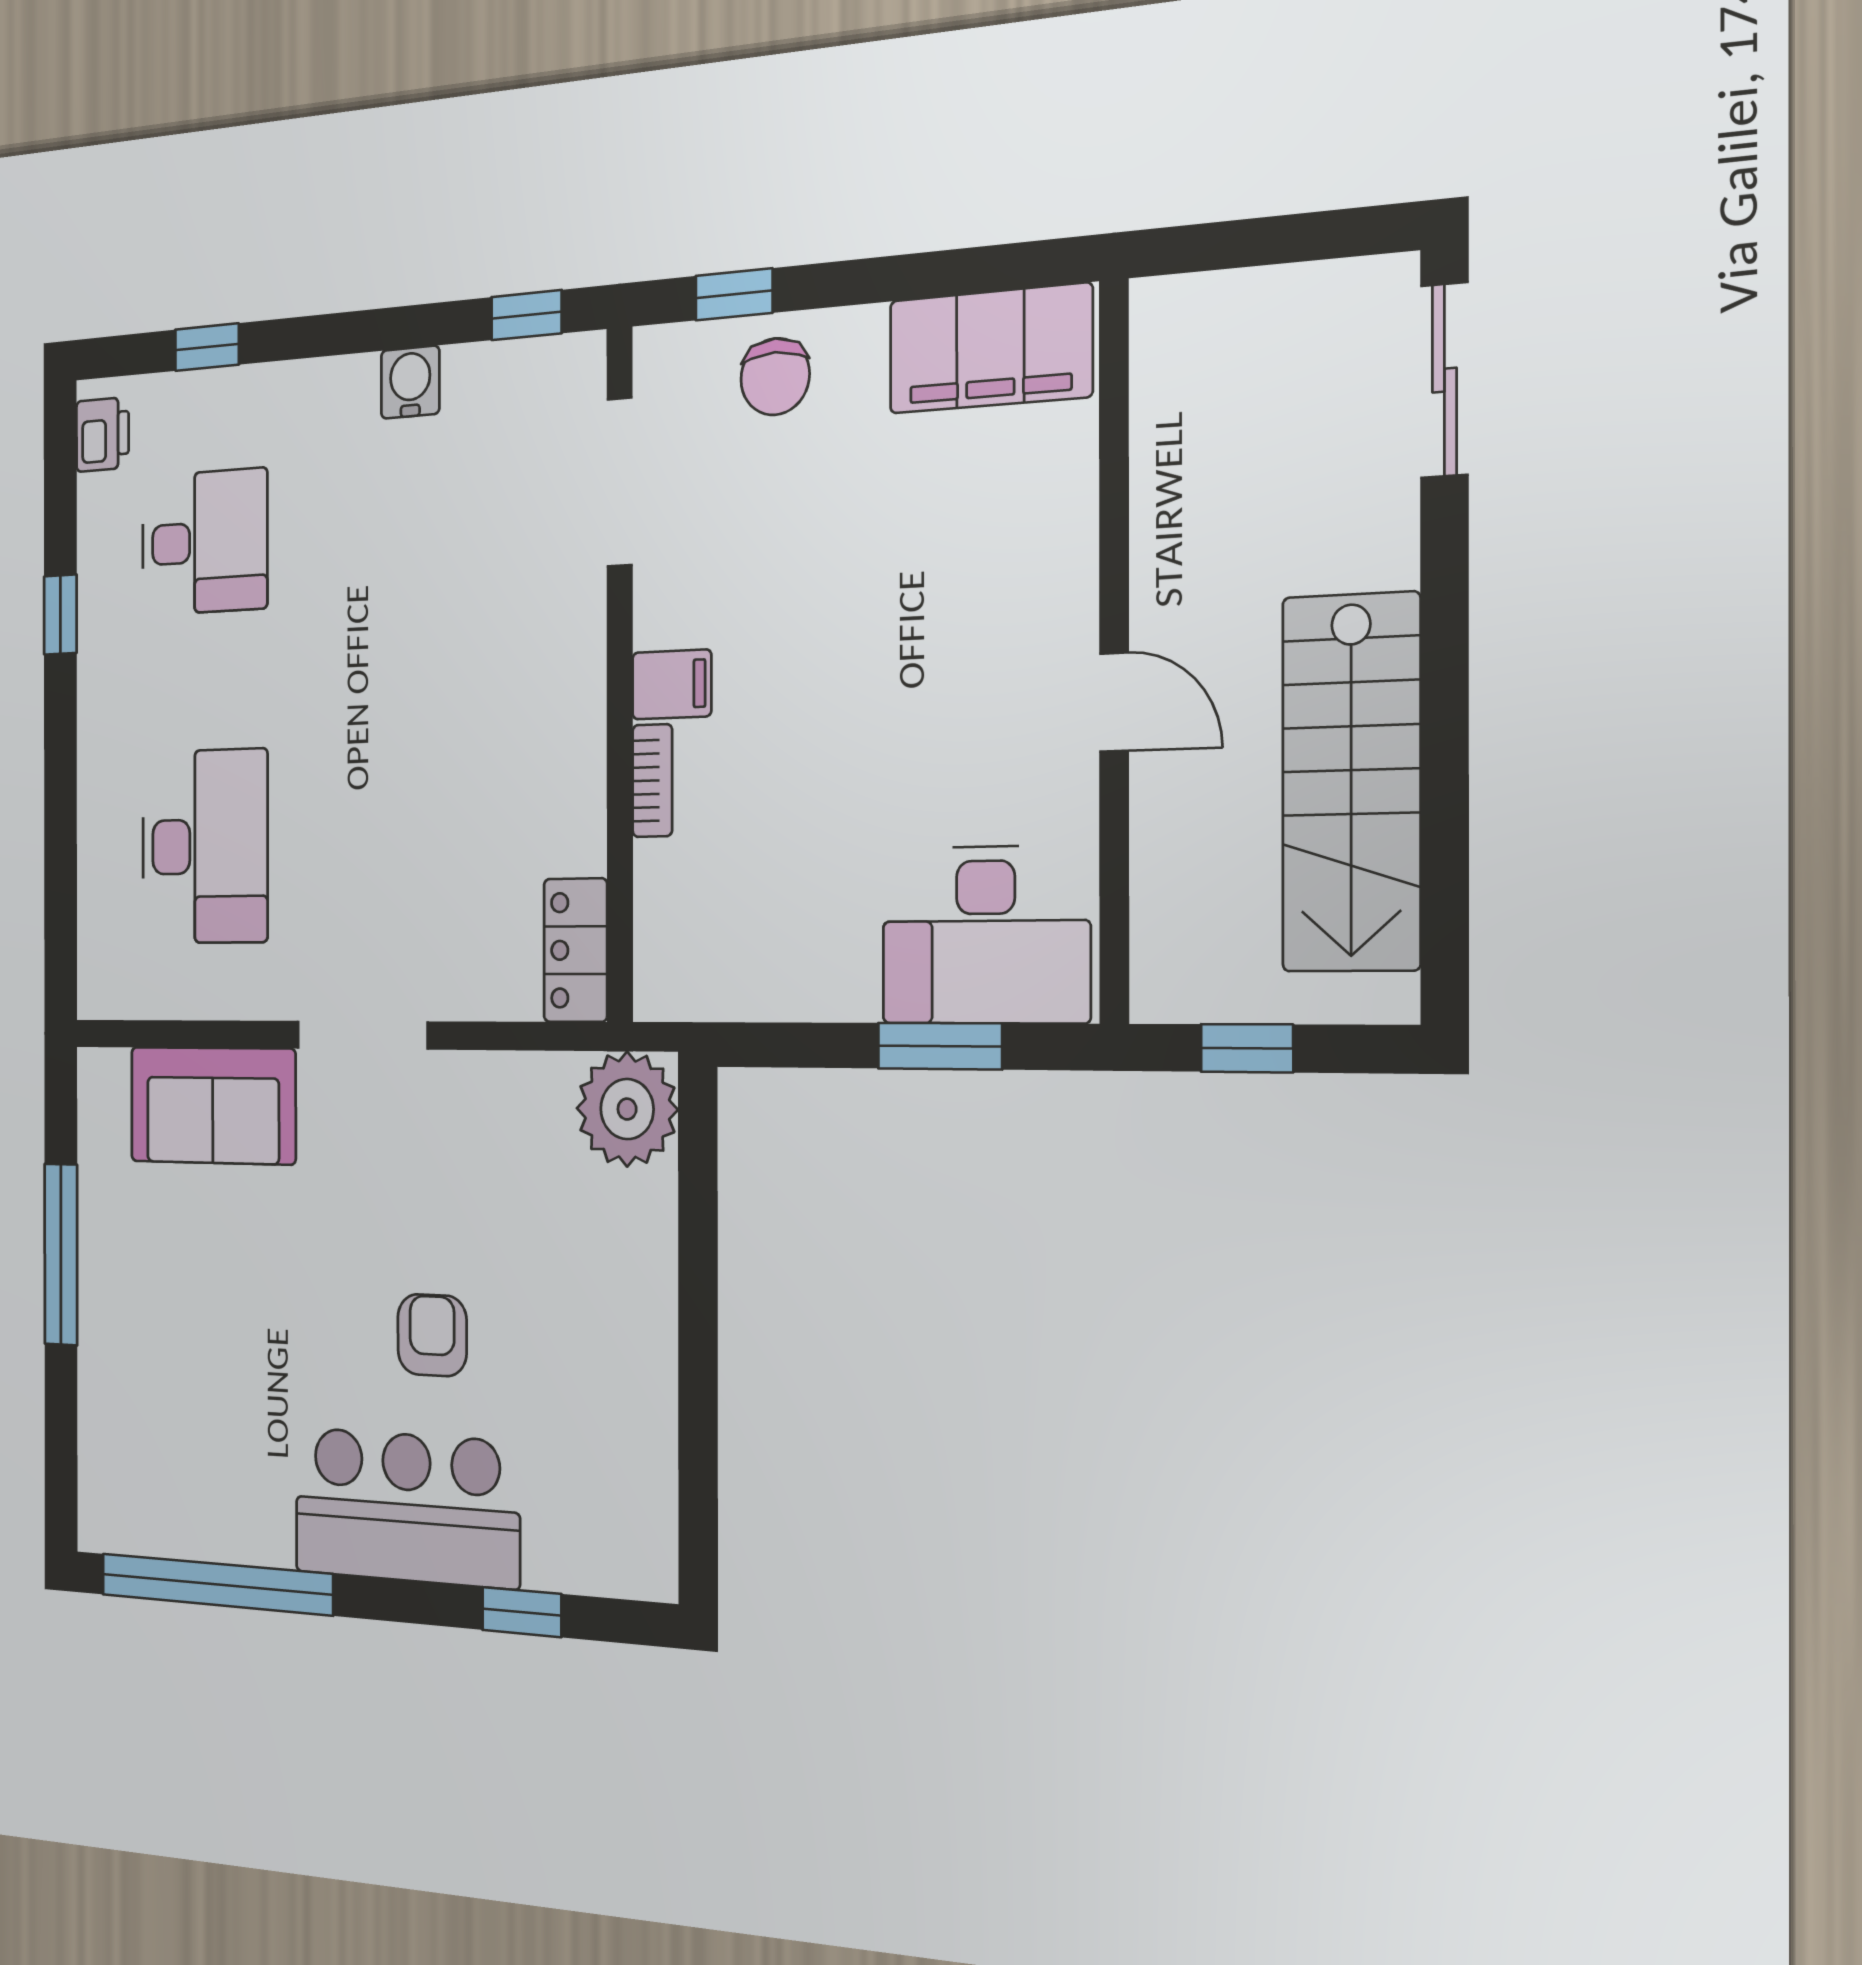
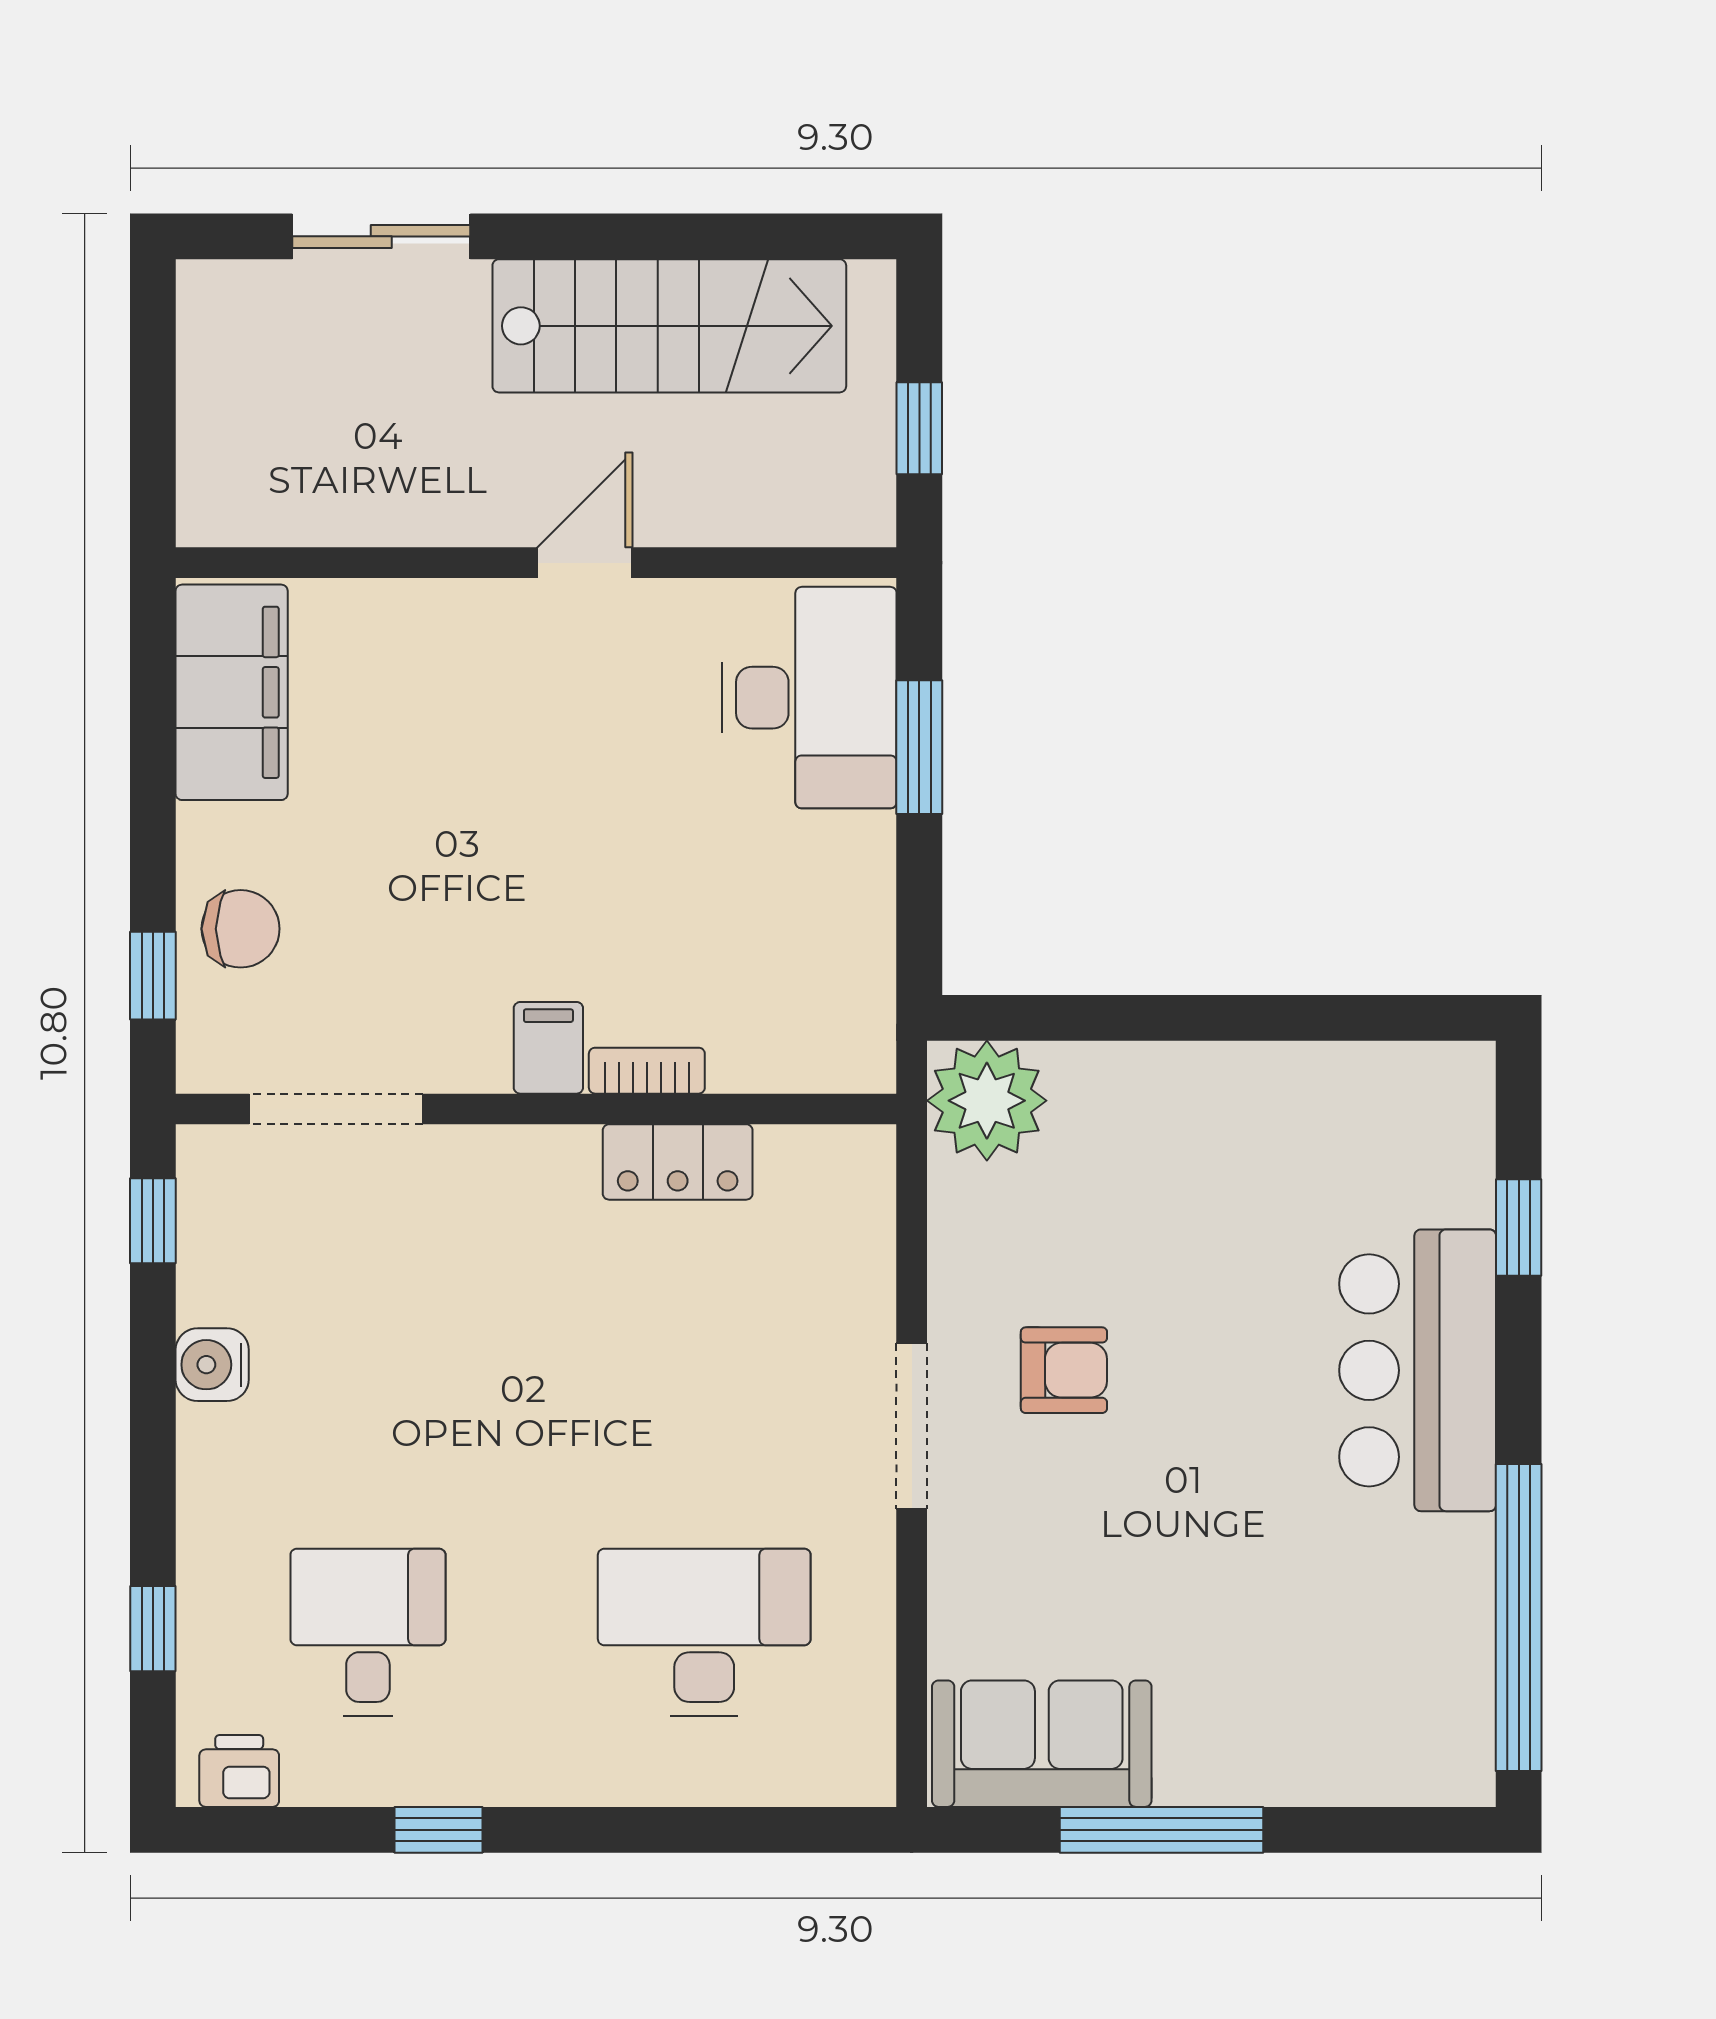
sliding door: (1444, 380) -> (381, 236), moved
locker: (575, 950) -> (678, 1162), moved
sofa: (213, 1105) -> (1042, 1744), moved, turned -90
armchair: (432, 1335) -> (1064, 1370), moved, turned 180

